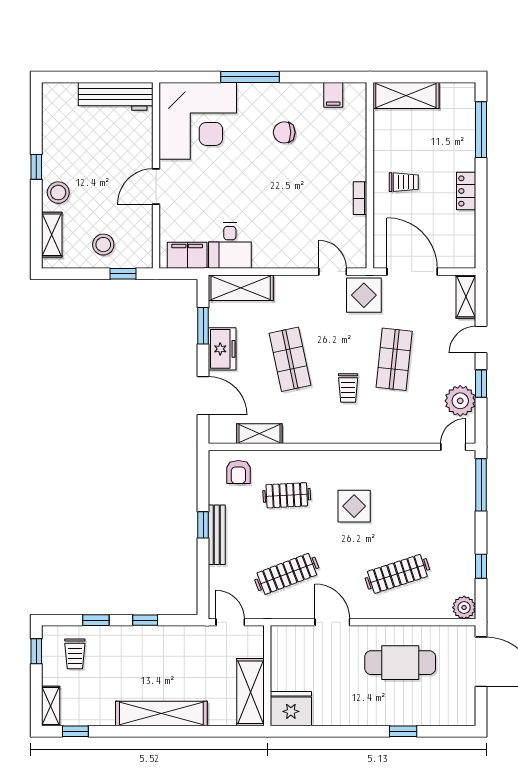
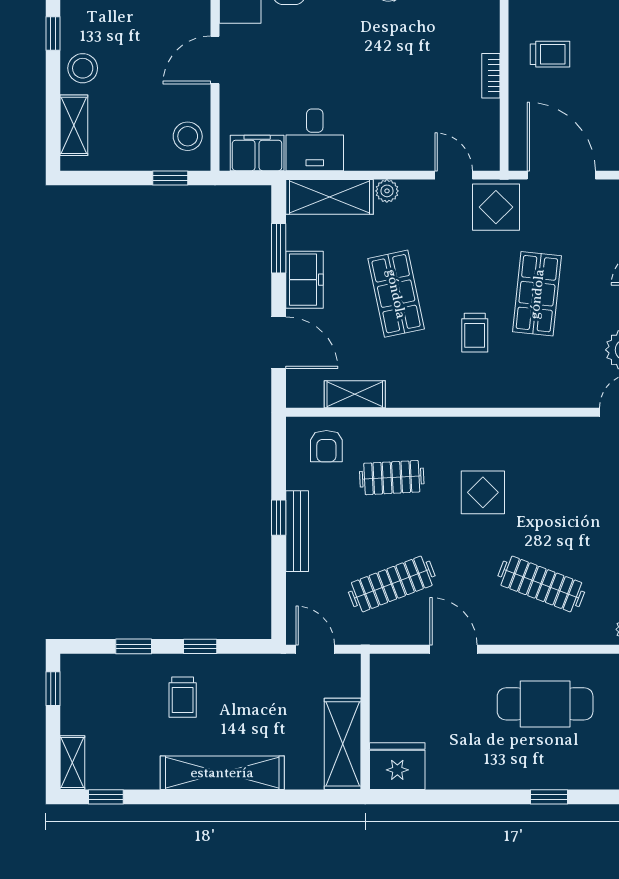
stool: (103, 245) -> (188, 136), moved
plant: (283, 283) -> (387, 191), added
clothes rail: (397, 574) -> (541, 584), turned 39
trolley: (75, 654) -> (183, 697), moved

